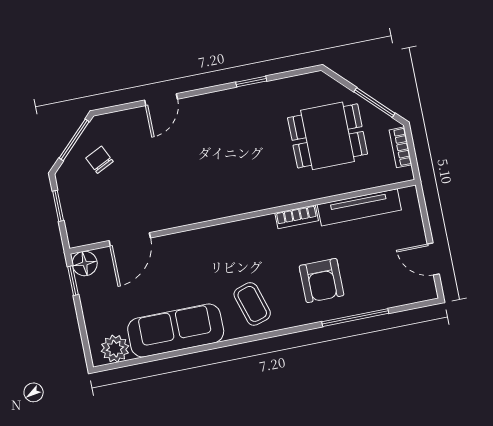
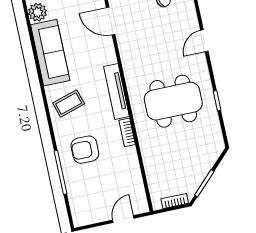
door: (161, 100) -> (204, 41), hinge flipped
dining table: (328, 136) -> (173, 101), moved, width x1.38
tv unit: (359, 207) -> (117, 92), moved
door: (433, 259) -> (123, 219), moved

